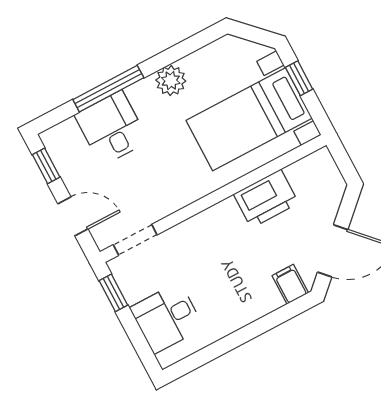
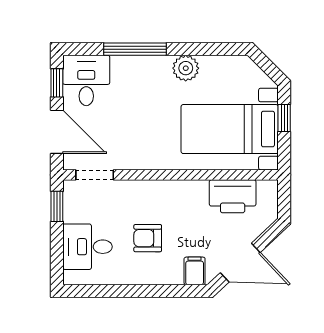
desk: (112, 128) -> (86, 80), moved
printer: (266, 199) -> (233, 196), moved
door: (73, 216) -> (57, 132), width x1.38
armchair: (224, 276) -> (148, 238), added

